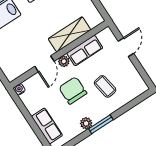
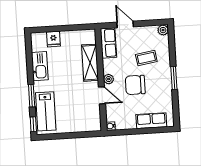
row of seats: (85, 50) -> (108, 43), moved
plant: (86, 123) -> (163, 30), moved

